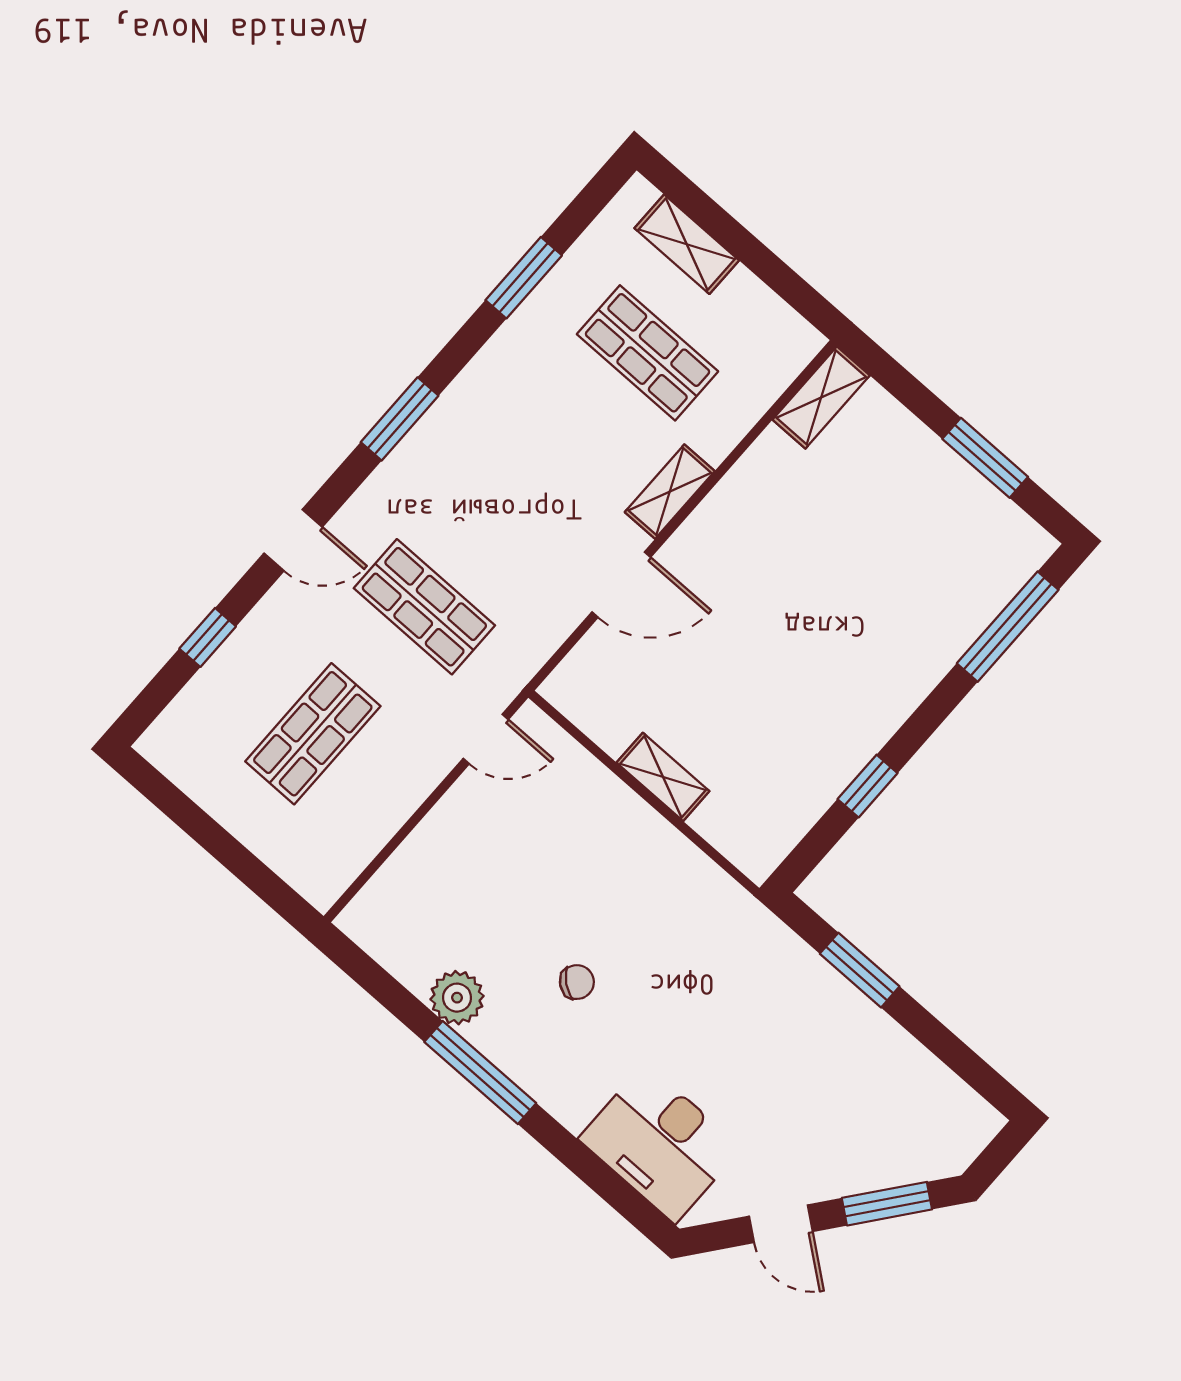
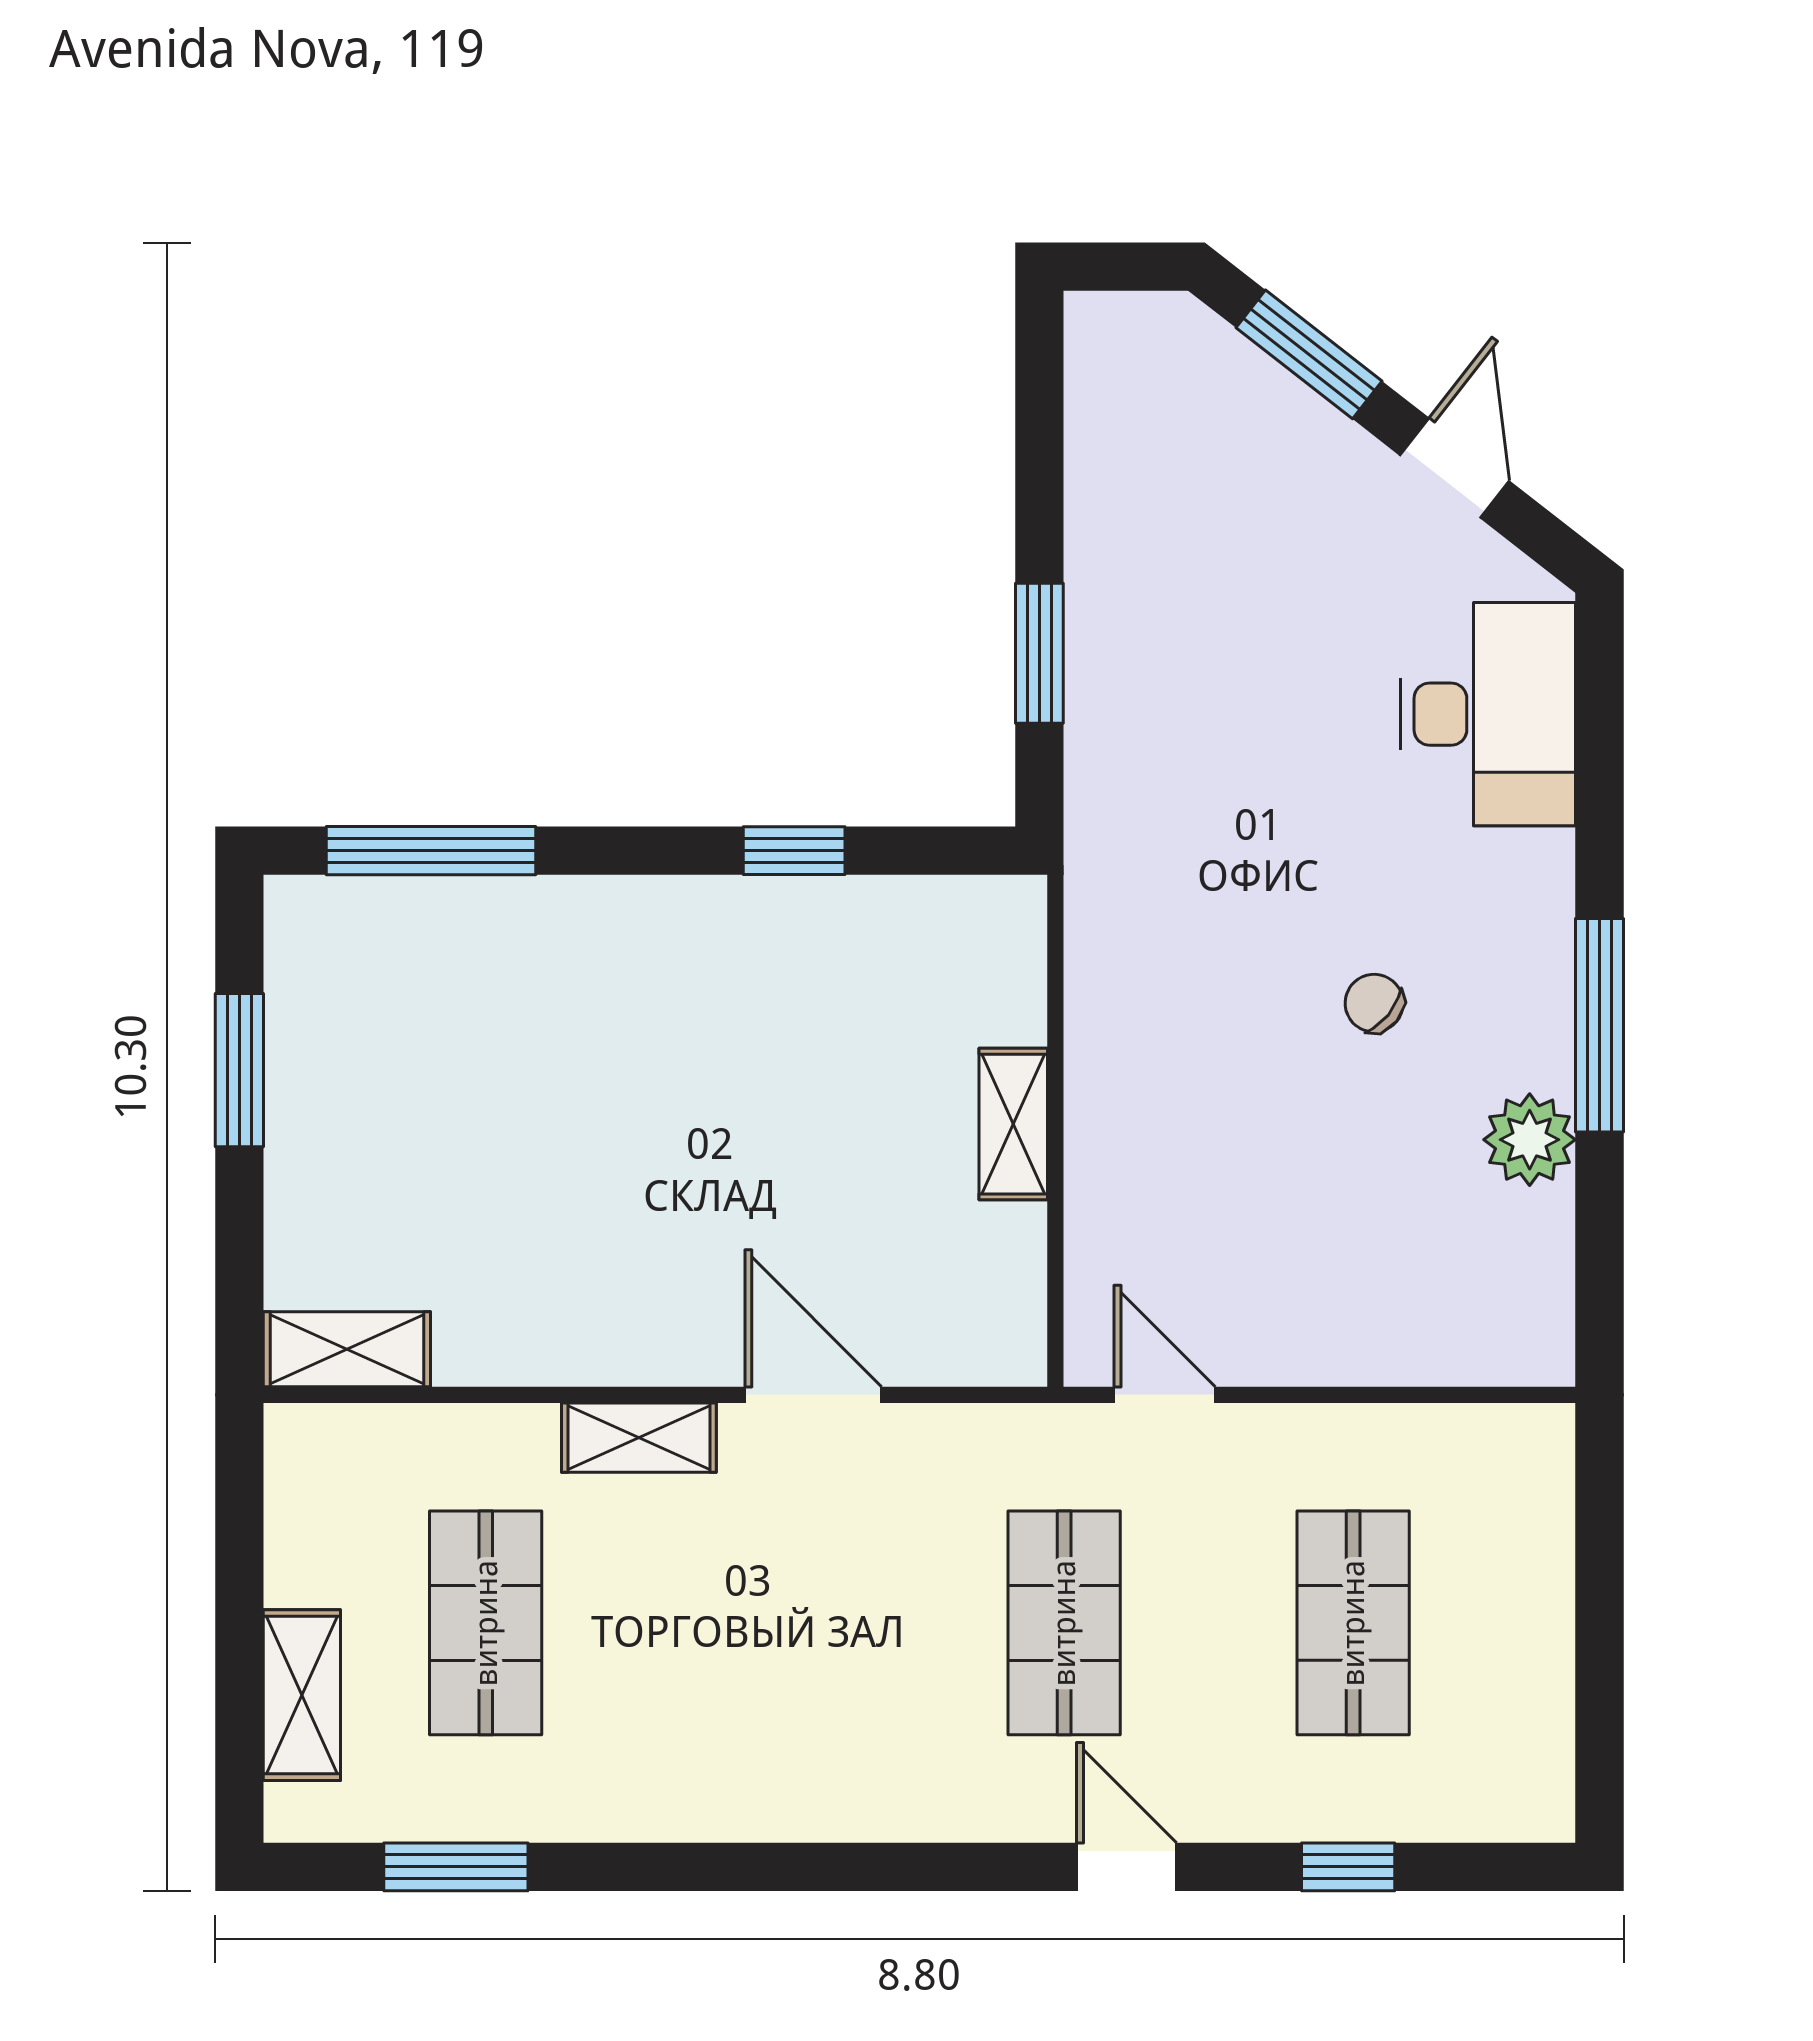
window: (524, 278) -> (456, 1867), moved
window: (400, 419) -> (851, 1867), removed
shop shelf: (313, 734) -> (1353, 1623), turned 90

